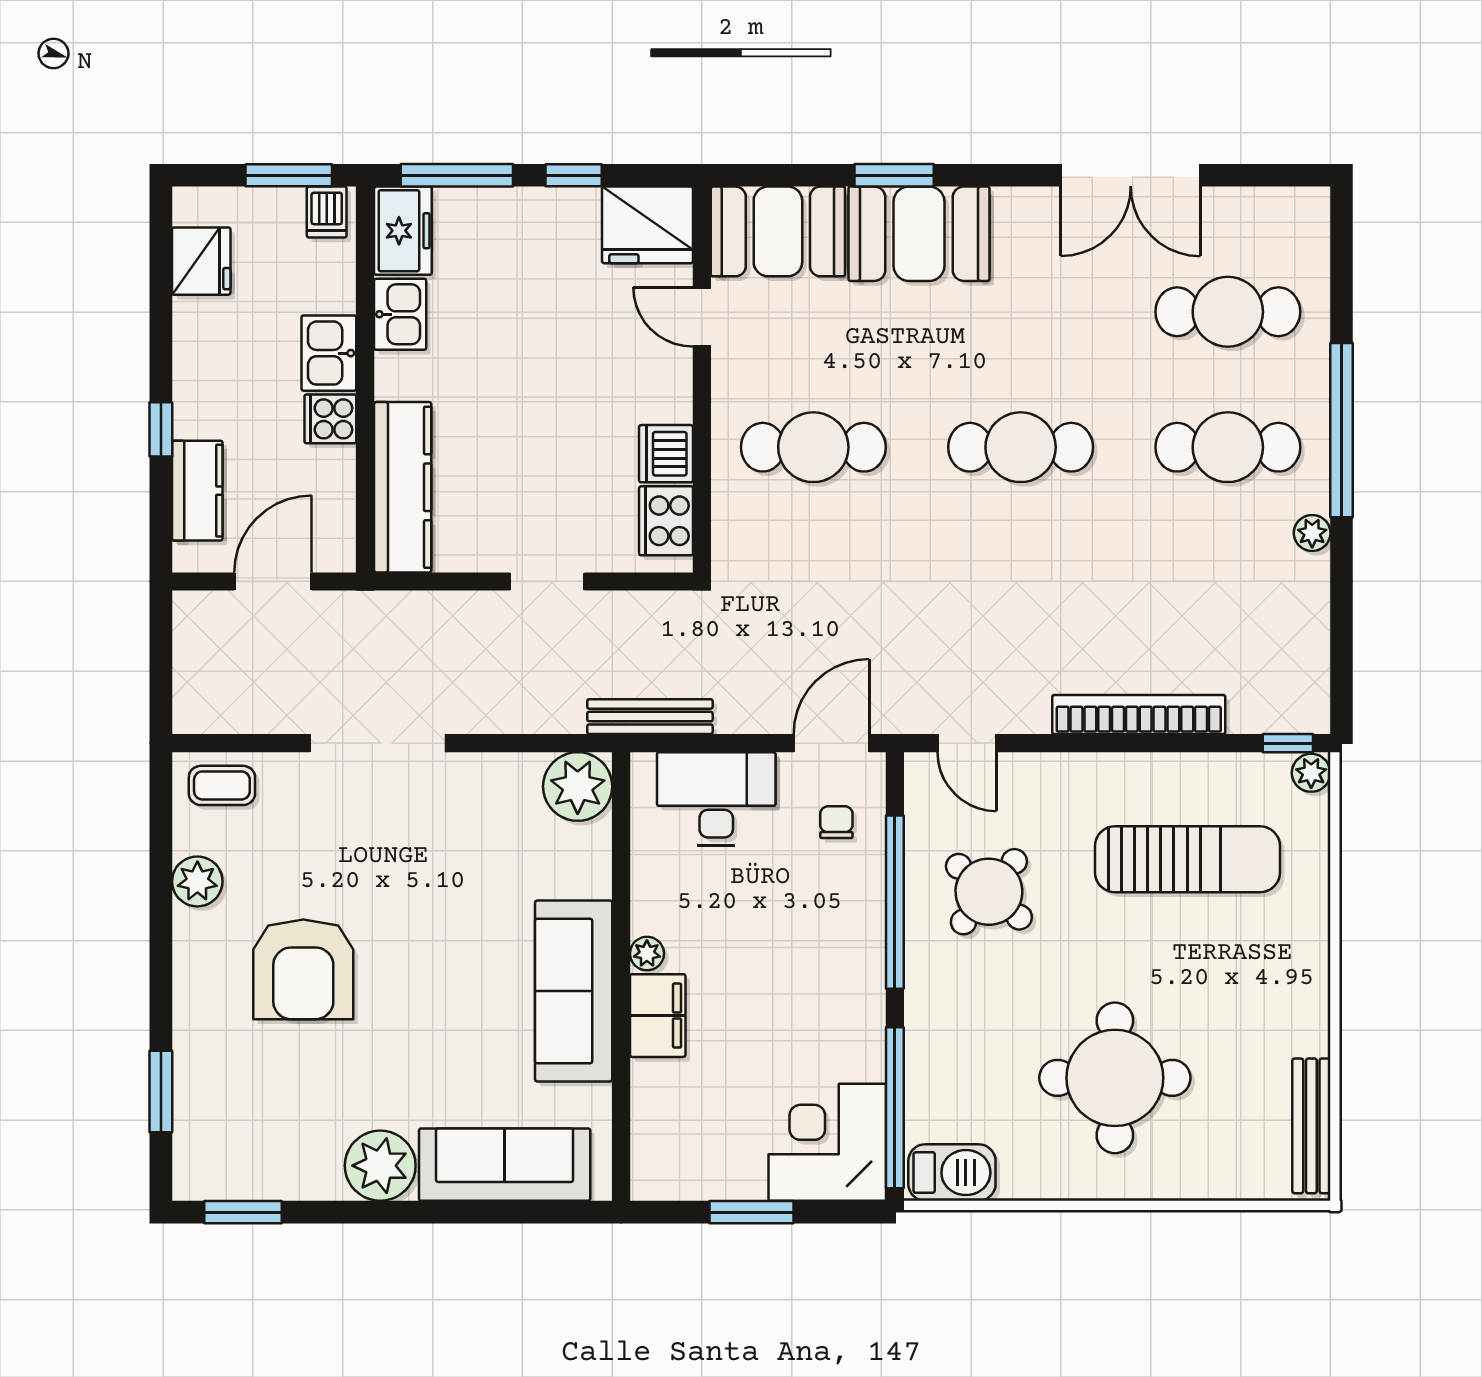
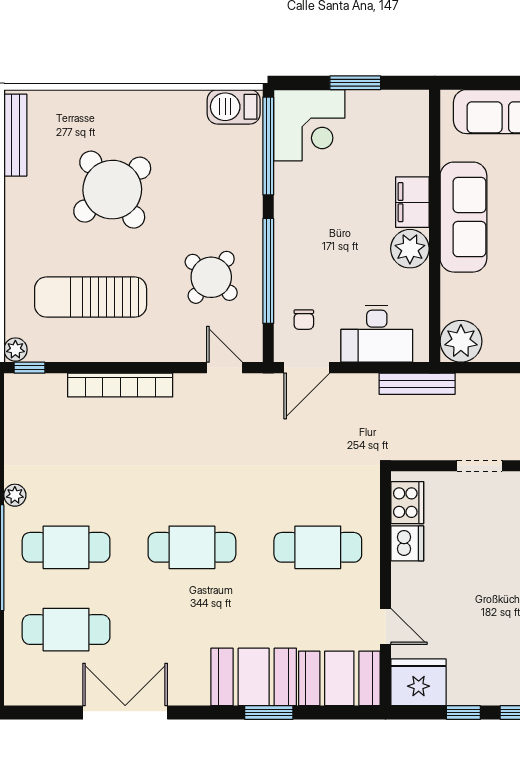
plant: (647, 954) -> (410, 249), width x1.87, depth x1.87
round table: (1115, 1078) -> (112, 190), moved, turned -38

